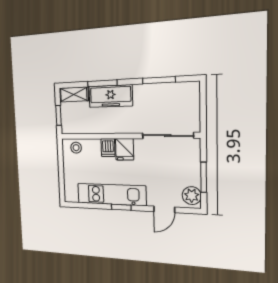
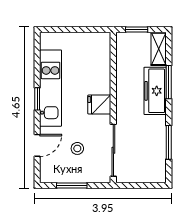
stool: (76, 148) -> (77, 148), moved
dishwasher: (108, 148) -> (101, 86), removed
plant: (192, 196) -> (53, 174), removed
door: (164, 209) -> (37, 145), swing flipped

